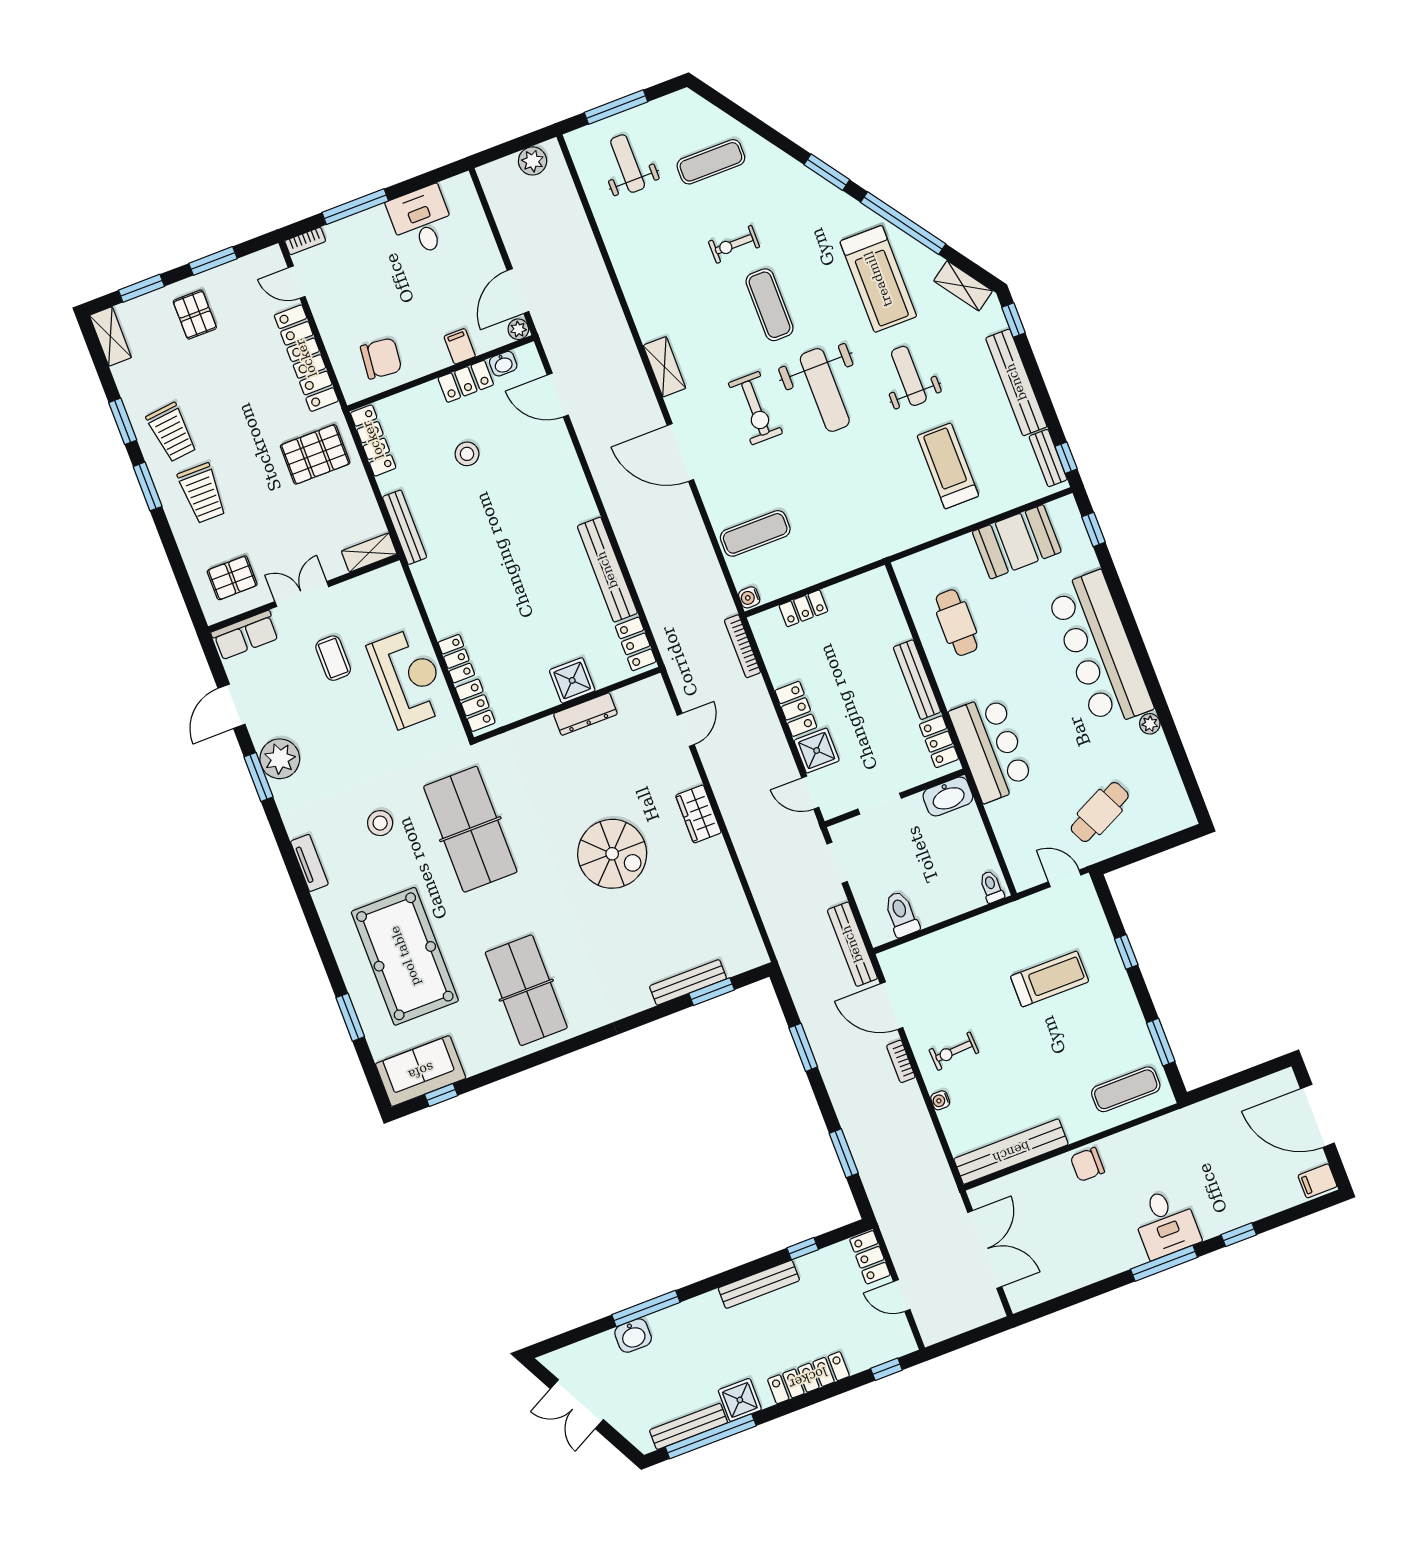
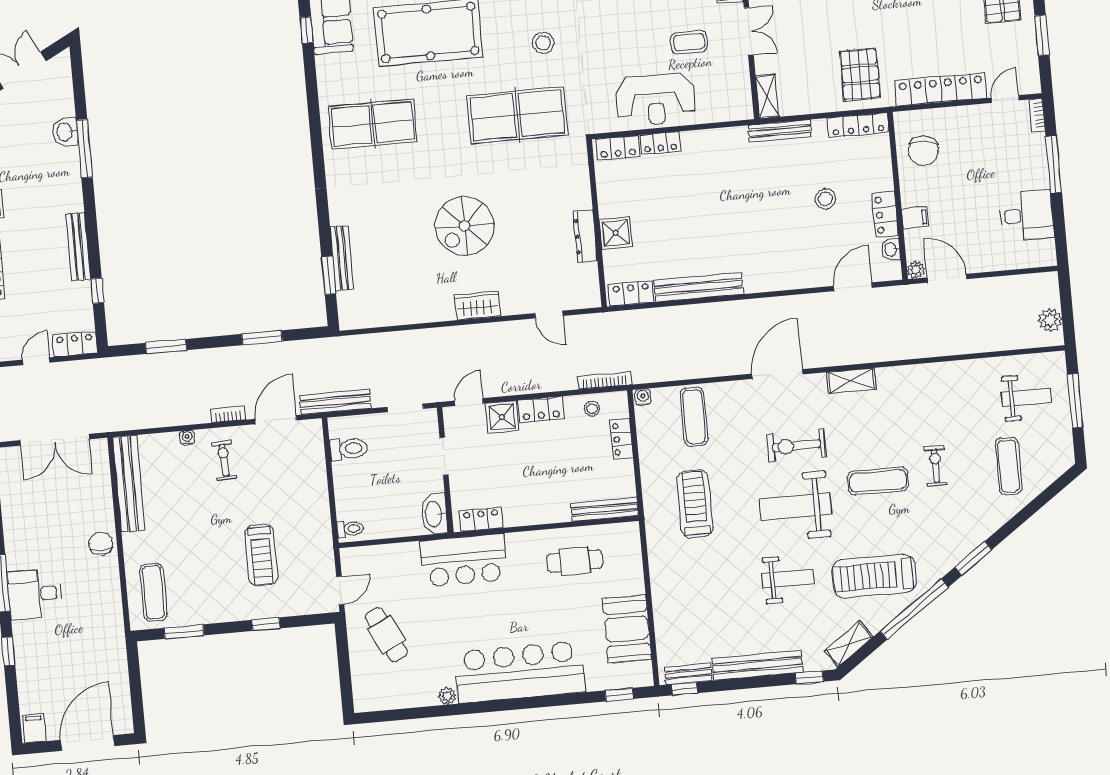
treadmill: (948, 466) -> (695, 504), moved, turned -90
stool: (779, 651) -> (592, 409), added
bench: (917, 680) -> (605, 509), moved

